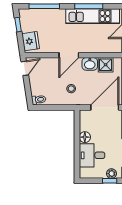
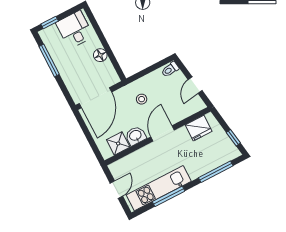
fridge: (31, 41) -> (199, 128), moved, turned -81
door: (25, 68) -> (195, 85), moved
desk: (92, 155) -> (75, 30), moved, turned -90
plant: (111, 174) -> (52, 31), removed

